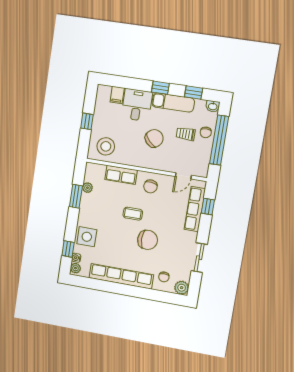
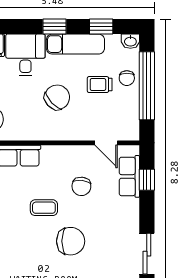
door: (183, 176) -> (106, 143), hinge flipped
chair: (150, 186) -> (81, 186), moved
row of seats: (195, 209) -> (129, 176), width x0.68

